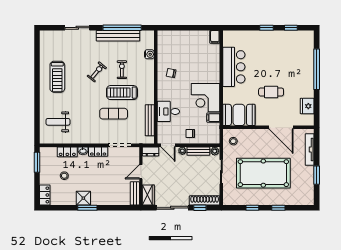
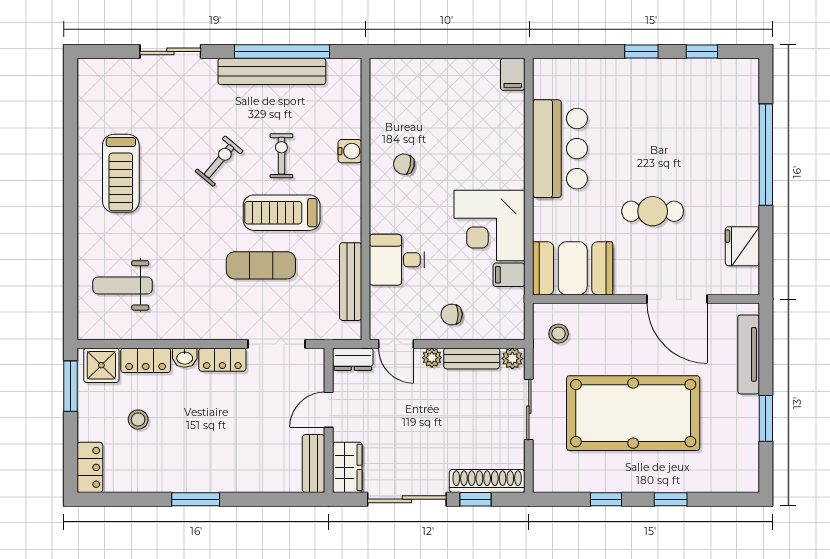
water cooler: (149, 54) -> (350, 151), moved
shower: (83, 198) -> (101, 365), moved

